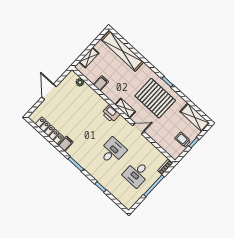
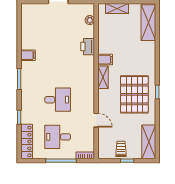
shelving: (122, 51) -> (148, 23), width x0.68
filing cabinet: (101, 83) -> (105, 60), moved
printer: (111, 114) -> (88, 47), moved
door: (138, 129) -> (96, 120), moved
locker: (49, 130) -> (27, 142), moved

